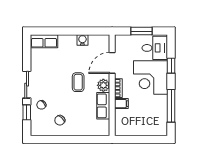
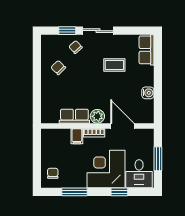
coffee table: (78, 82) -> (114, 65), moved
window: (171, 106) -> (74, 192), width x0.69
chair: (155, 125) -> (53, 173), added

